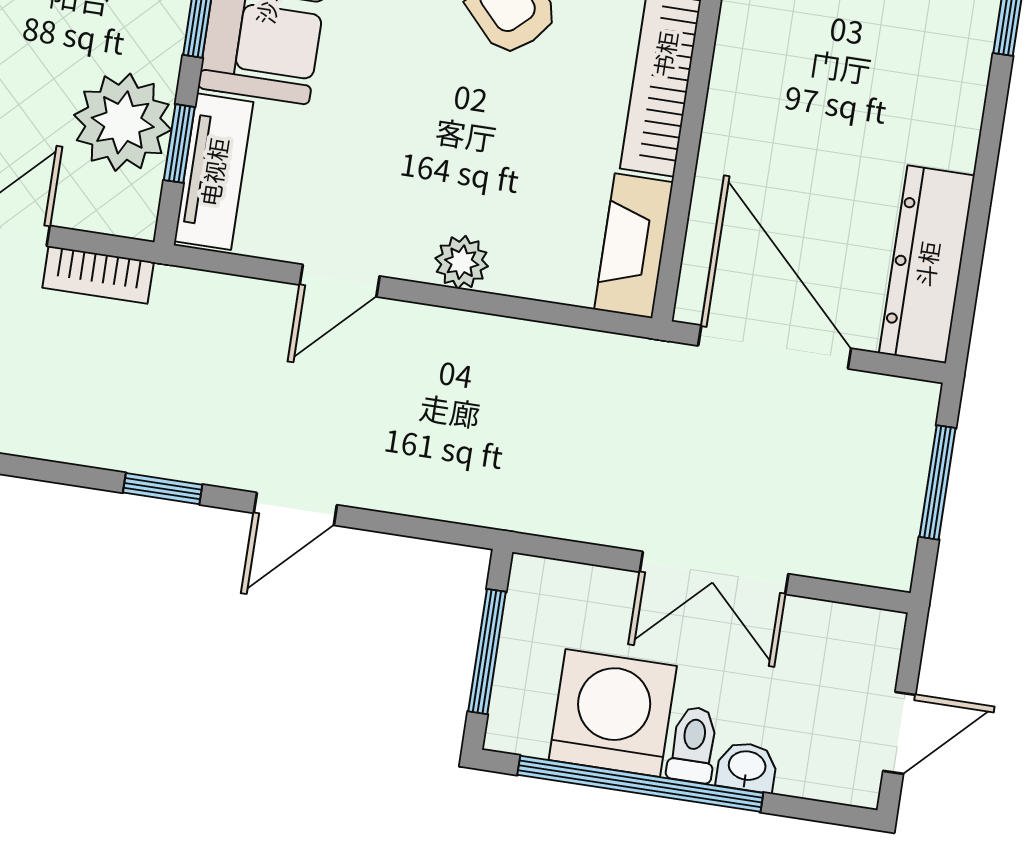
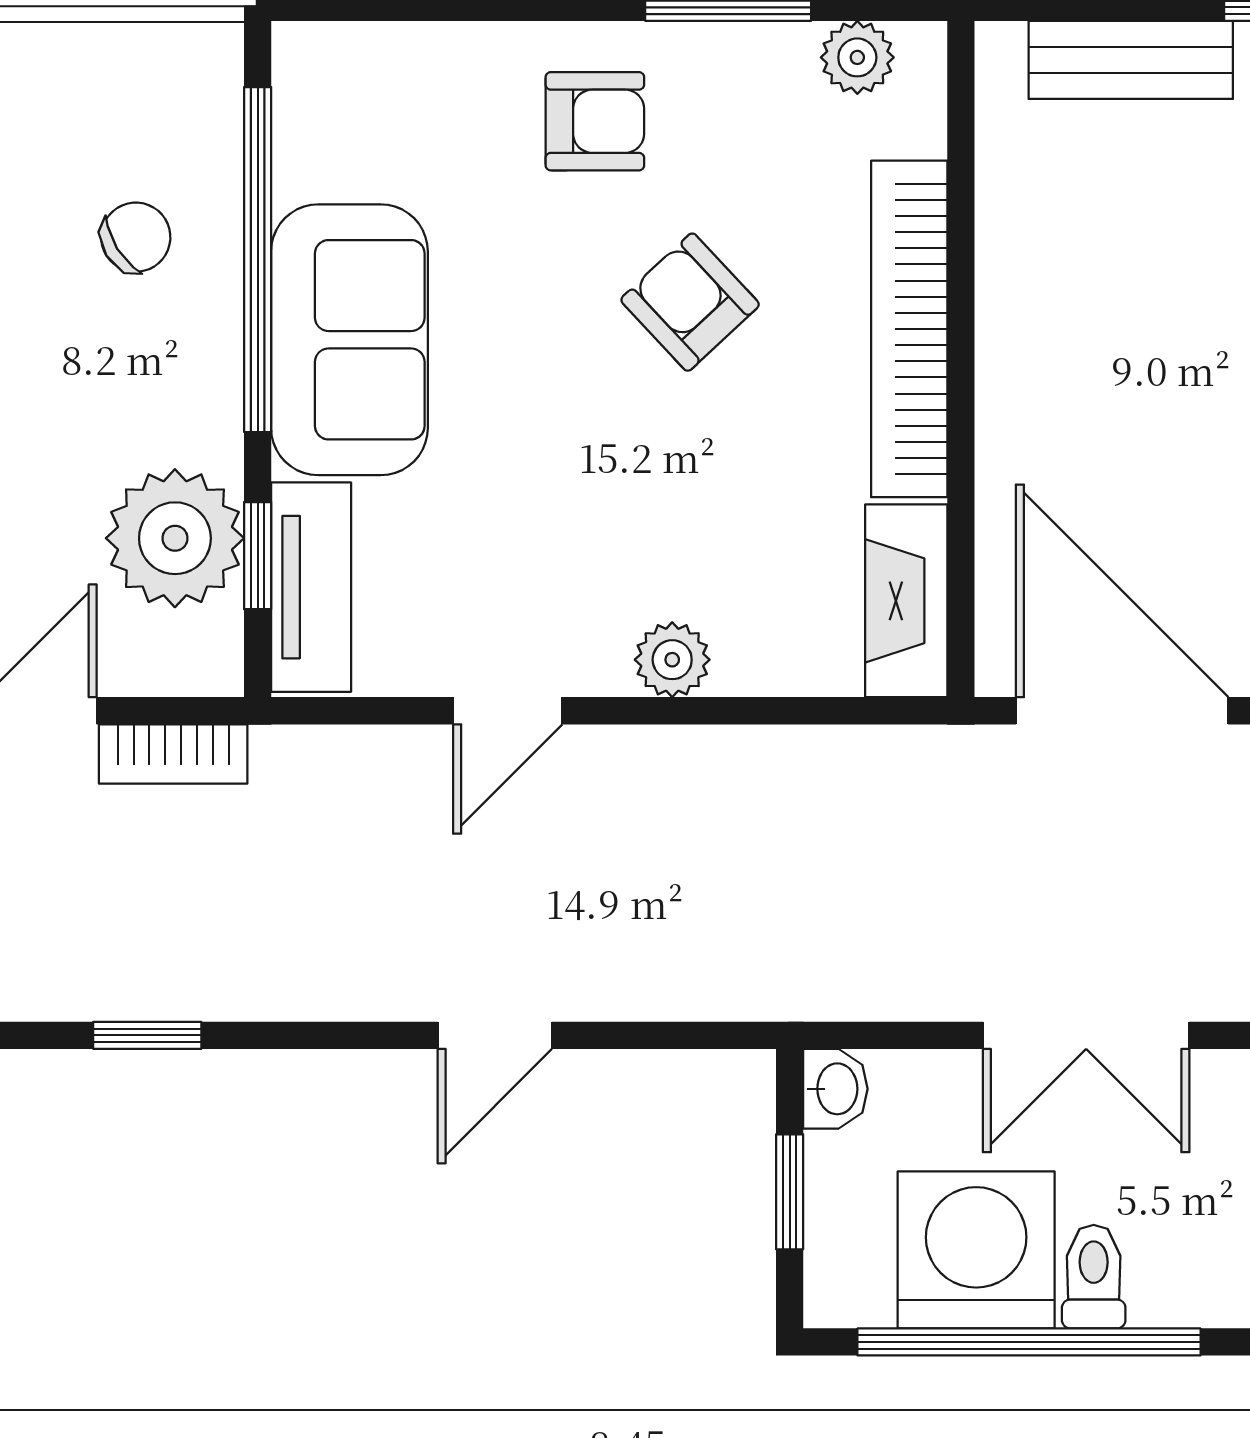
window: (163, 489) -> (147, 1035), moved
window: (487, 652) -> (790, 1192), width x0.67
washbasin: (747, 767) -> (835, 1089), moved, turned 90

